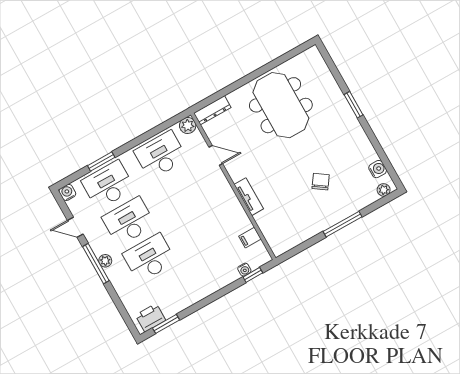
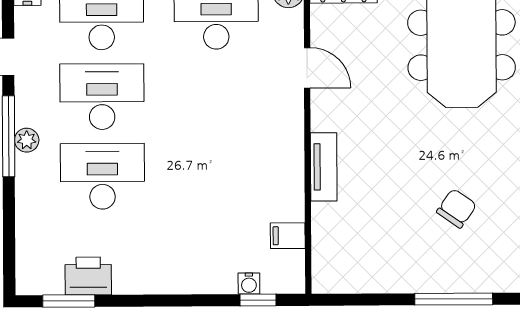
printer: (150, 318) -> (88, 276), moved

